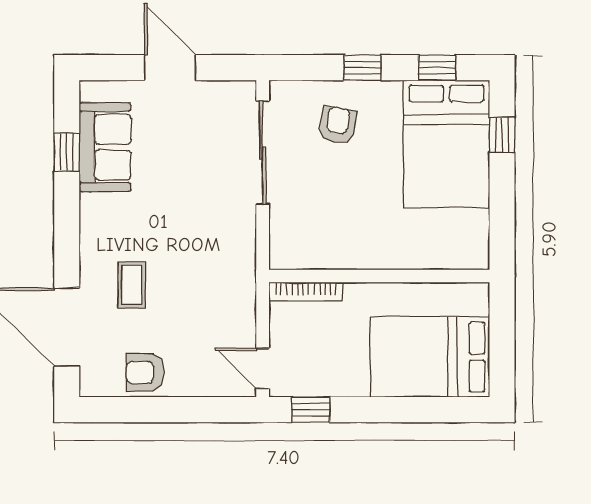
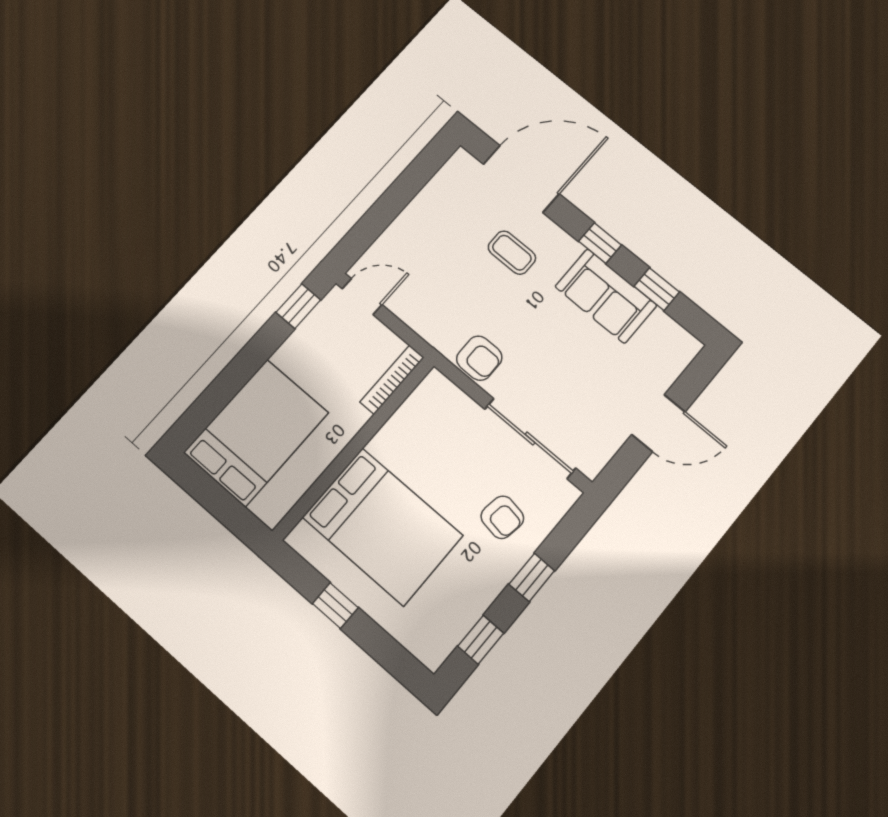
window: (502, 135) -> (335, 606), moved
bed: (446, 144) -> (383, 526), moved, turned 180
sofa: (105, 147) -> (606, 296), moved
window: (67, 225) -> (600, 243), added
armchair: (145, 372) -> (479, 358), moved, turned 90

